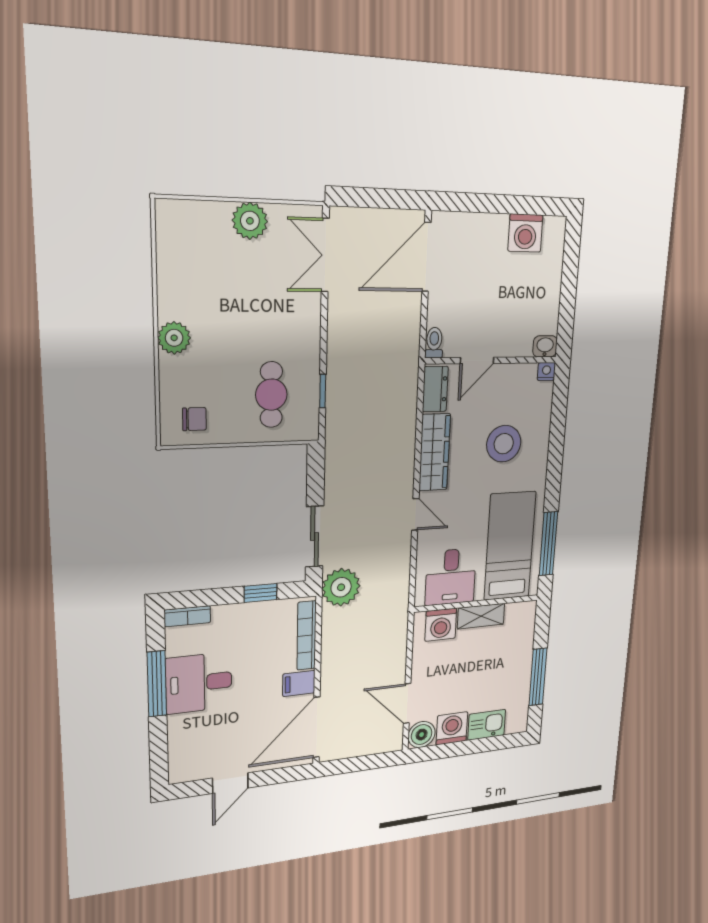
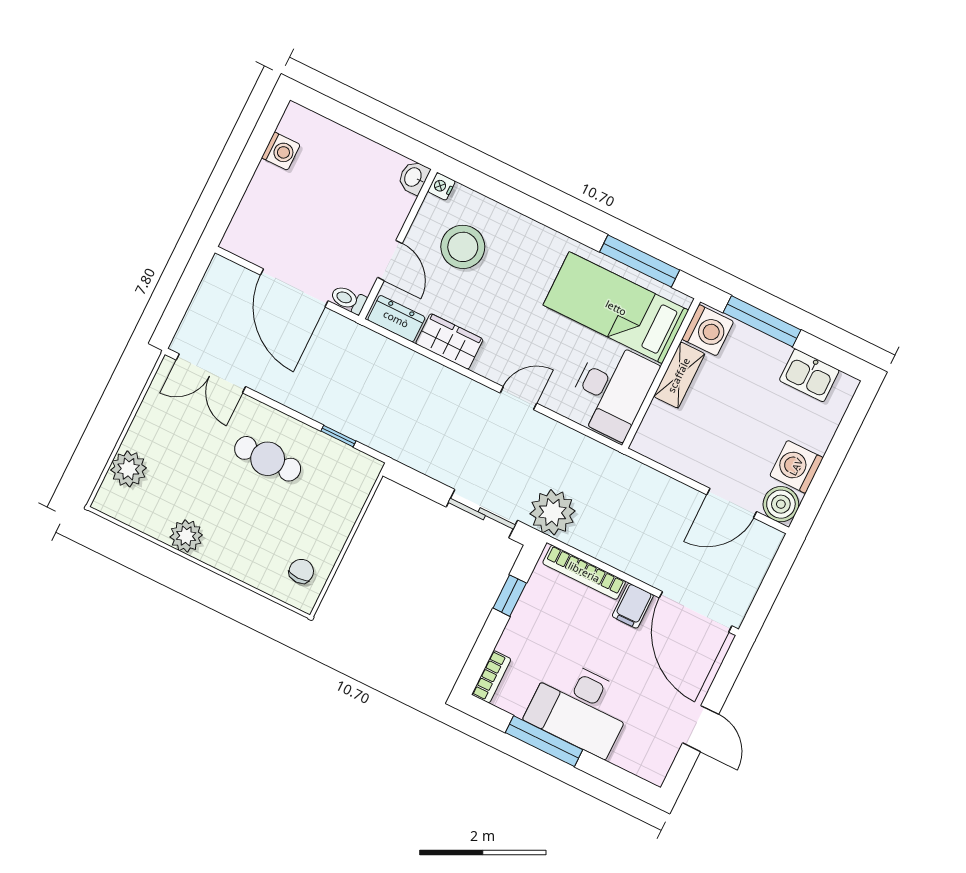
plant: (250, 221) -> (128, 469), moved
washing machine: (525, 233) -> (281, 151), width x0.73, depth x0.73
door: (426, 257) -> (294, 288), moved
plant: (174, 338) -> (186, 536), moved
cafe table: (271, 395) -> (268, 459), moved
stool: (504, 444) -> (463, 247), moved
wardrobe: (435, 452) -> (449, 341), width x0.67
desk: (451, 577) -> (612, 390), width x1.37
washing machine: (441, 625) -> (708, 330), moved
window: (538, 677) -> (762, 321), moved
desk: (199, 683) -> (580, 708), width x1.37
kitchen sink: (487, 725) -> (809, 375), moved, turned -90

